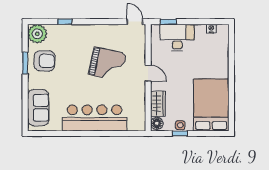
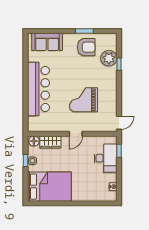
plant: (37, 34) -> (109, 58), moved
armchair: (44, 61) -> (86, 47), turned -92
grand piano: (107, 64) -> (84, 100), turned 78

